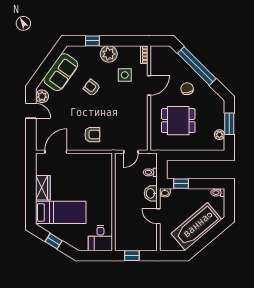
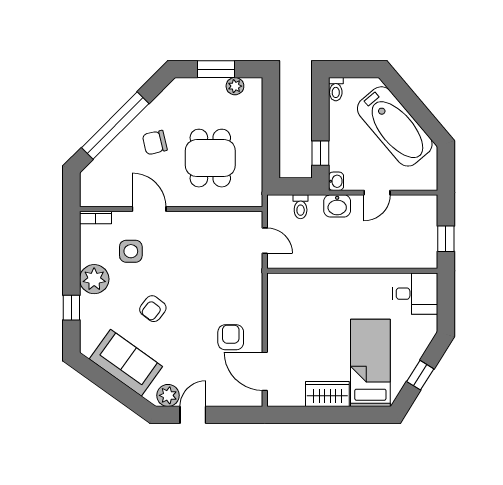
armchair: (92, 135) -> (231, 337), moved

